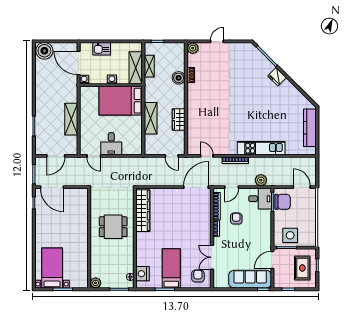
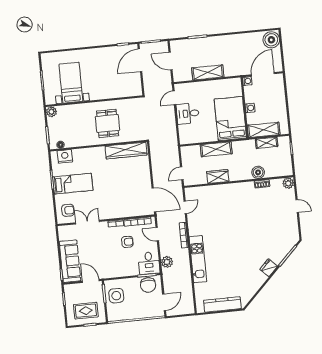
kitchen sink: (102, 49) -> (279, 95), removed
bed with nightstands: (52, 268) -> (71, 83), moved, turned -90

